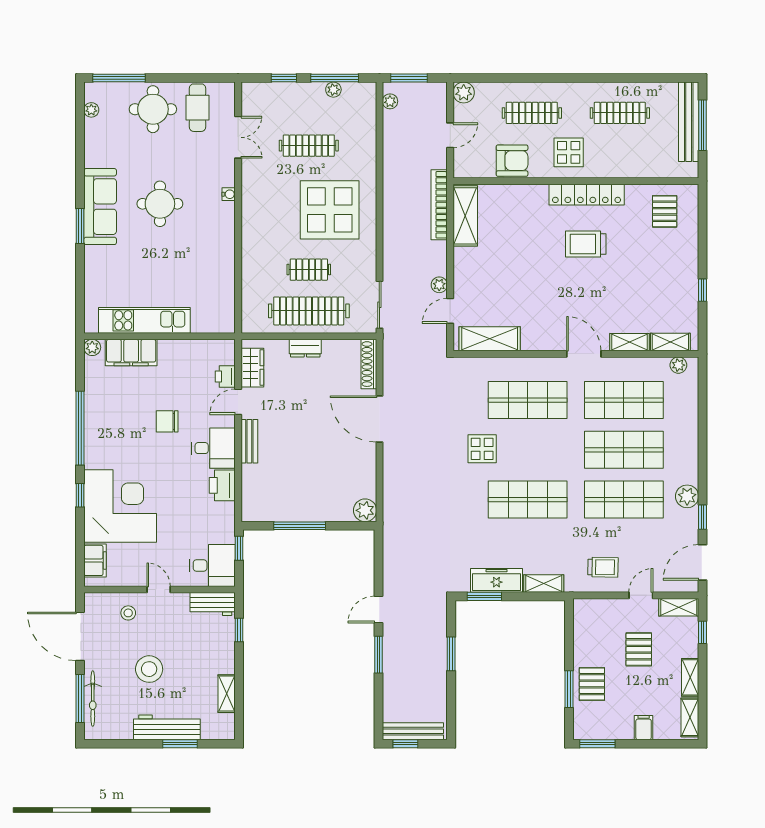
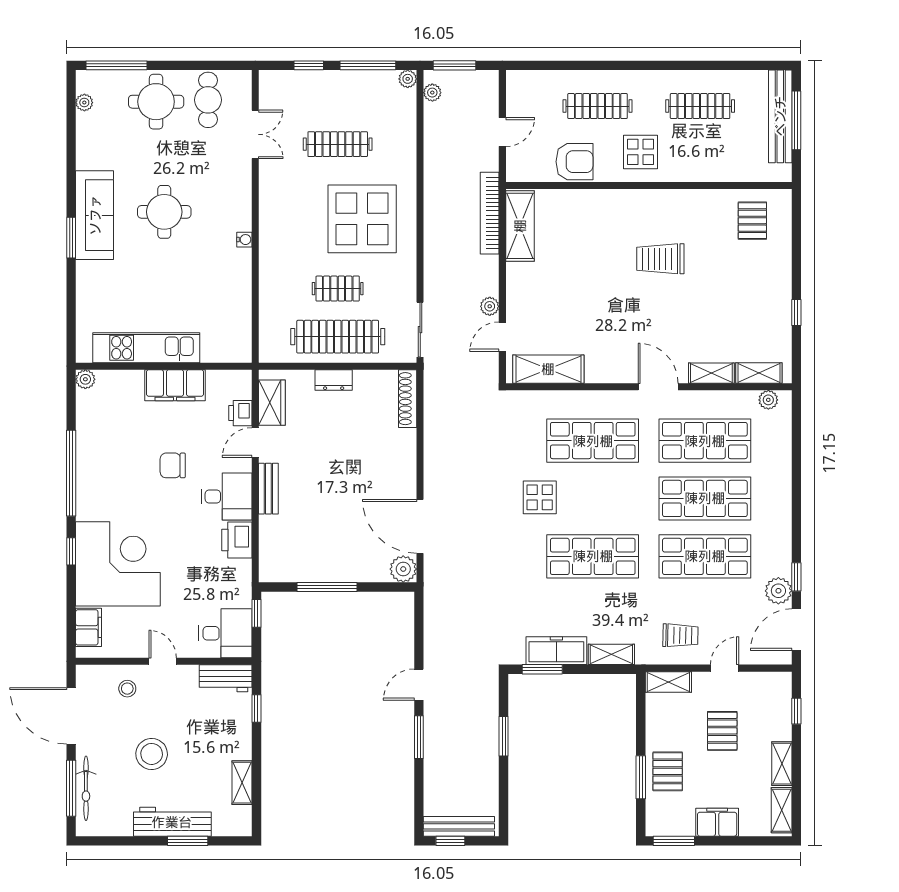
plant: (333, 90) -> (408, 79), moved
plant: (464, 92) -> (518, 82), removed
water cooler: (229, 194) -> (244, 240), moved
locker: (587, 195) -> (661, 201), removed
filing cabinet: (131, 353) -> (175, 385), moved
door: (379, 419) -> (420, 526), moved
plant: (687, 496) -> (778, 591), moved
shelving: (679, 607) -> (668, 682), moved
filing cabinet: (644, 728) -> (717, 822), width x2.00

